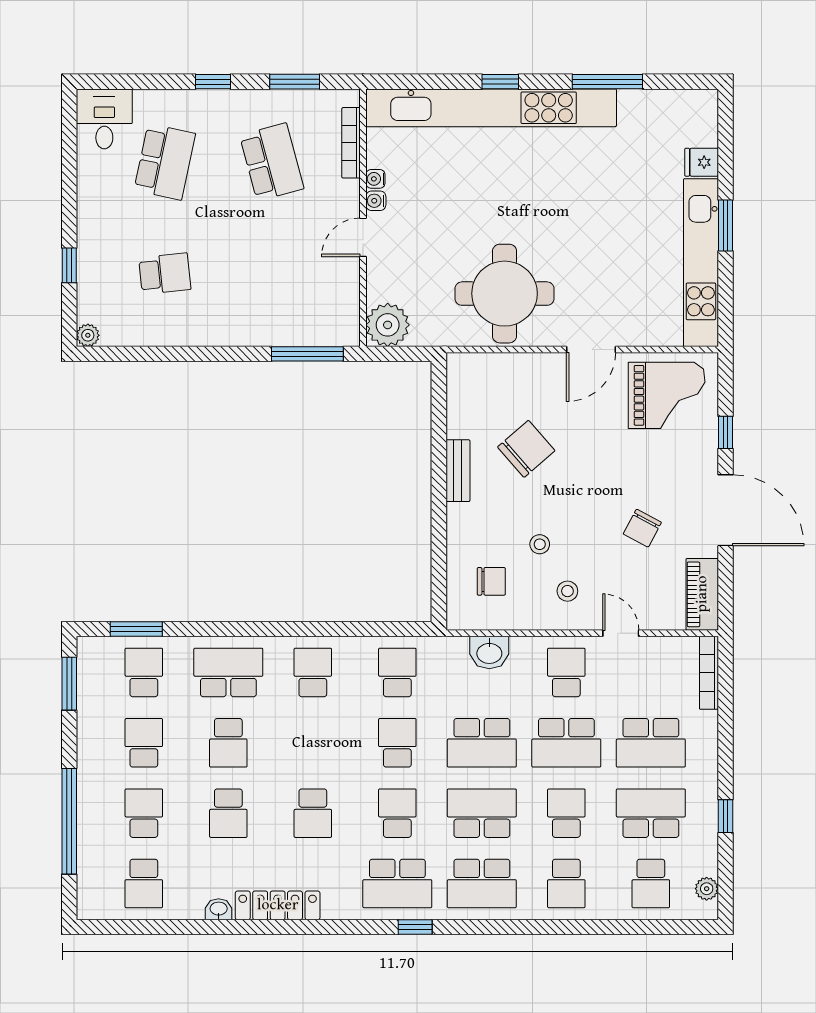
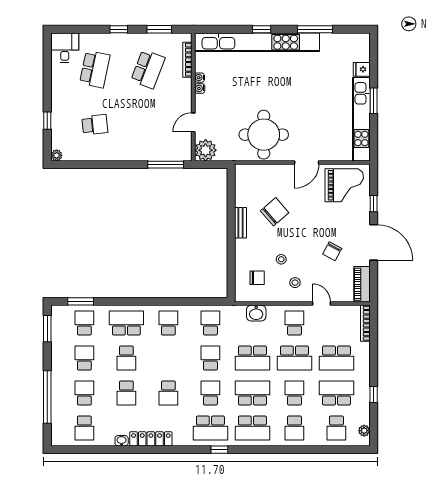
school desk: (272, 162) -> (148, 69), turned 36
door: (363, 237) -> (193, 122), moved

